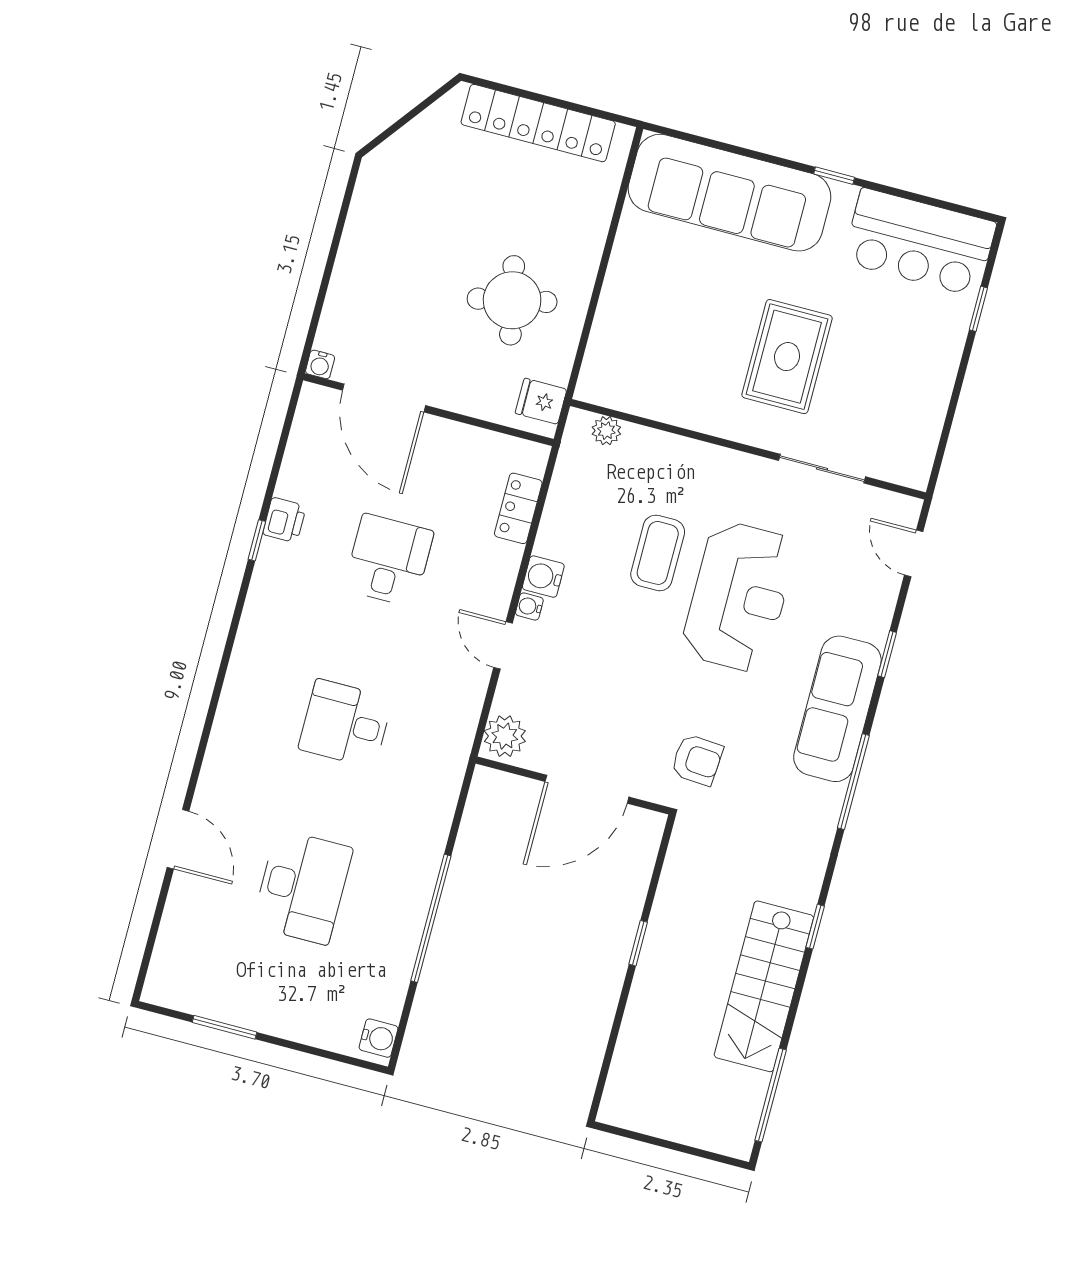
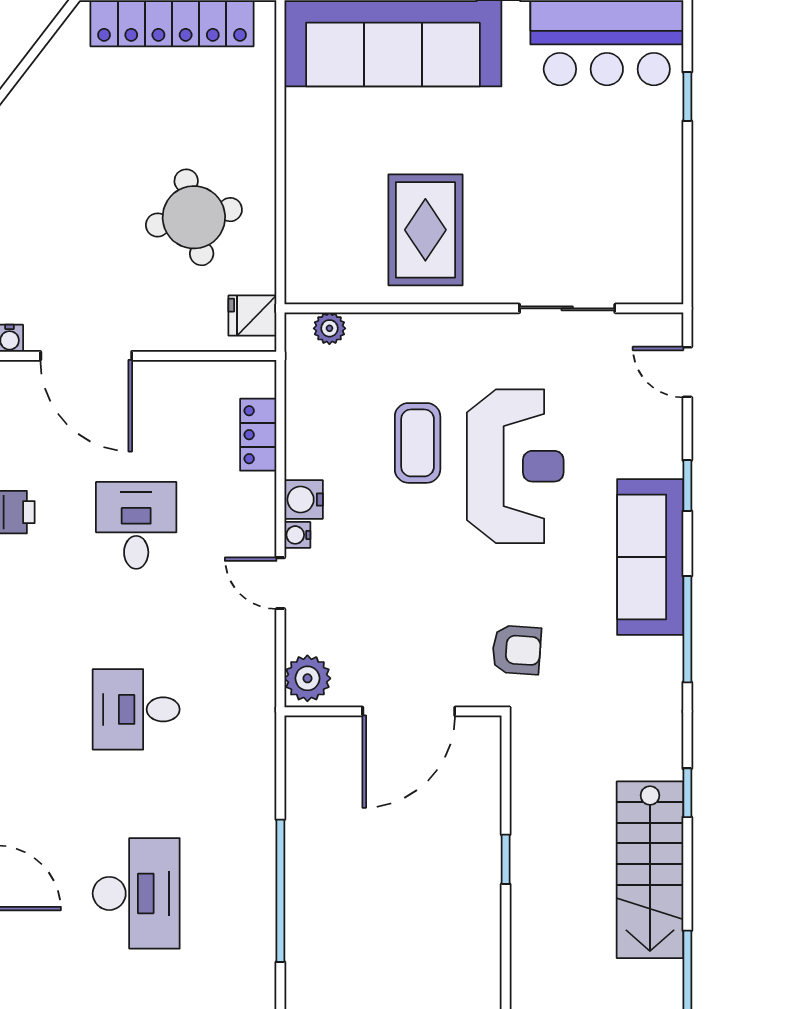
rug: (787, 357) -> (425, 230), moved

